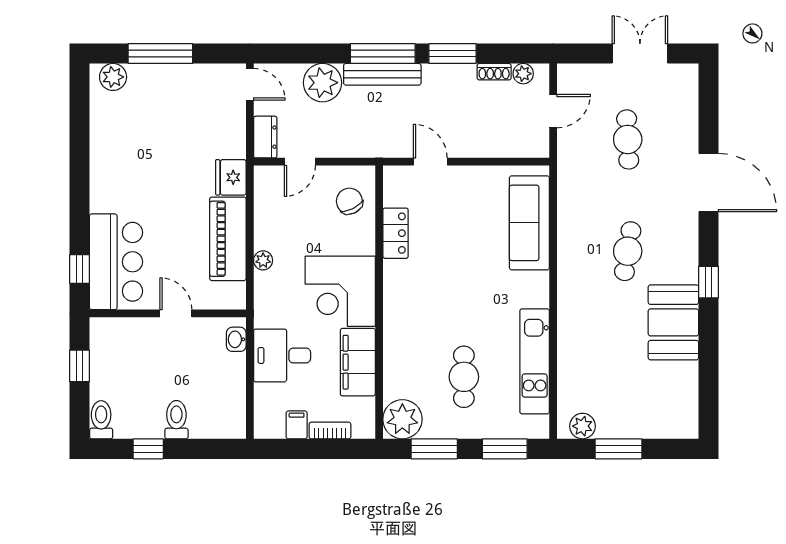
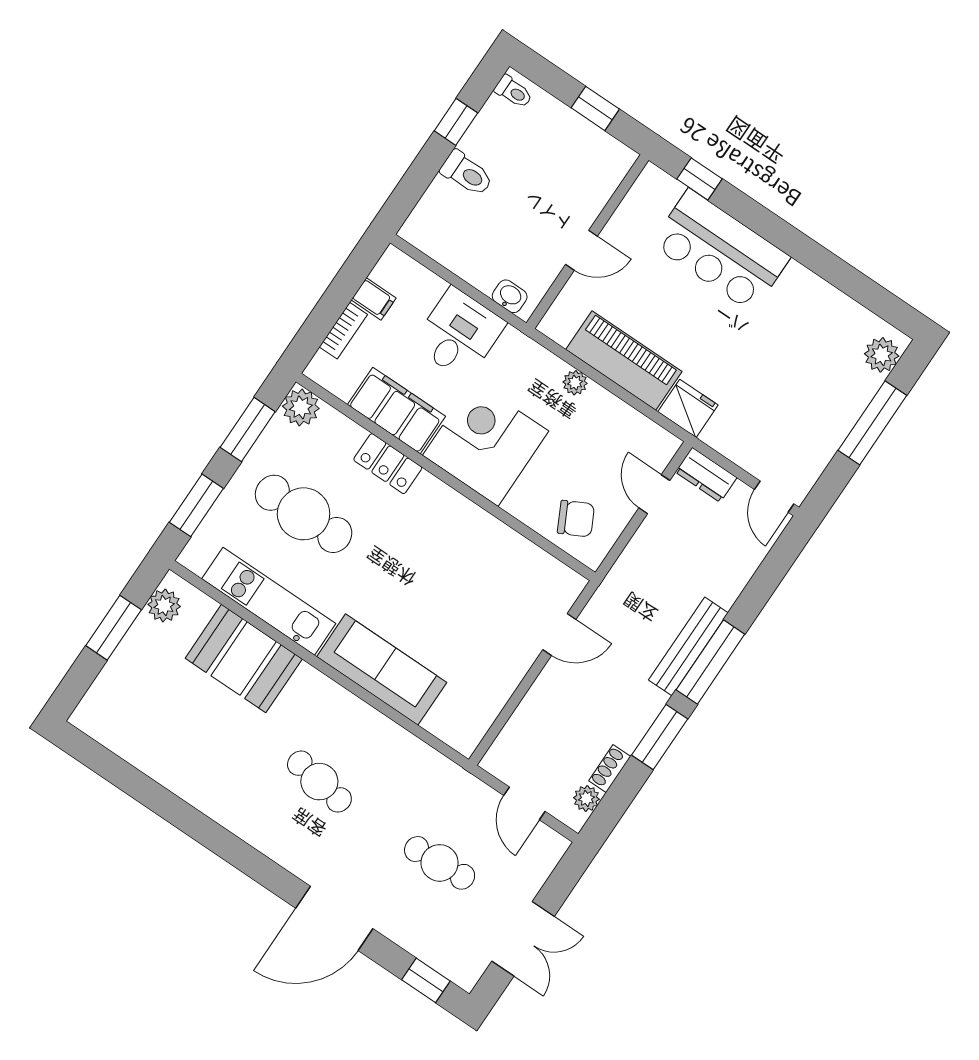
plant: (322, 83) -> (723, 576), removed
door: (250, 84) -> (774, 497), hinge flipped
sofa: (529, 223) -> (382, 670), moved
locker: (396, 233) -> (388, 464), moved
bar counter: (116, 262) -> (721, 251), moved
window: (708, 282) -> (426, 980), moved
booth: (673, 322) -> (244, 659), moved
cafe table: (464, 377) -> (304, 514), width x1.37, depth x1.35
plant: (402, 419) -> (301, 407), width x0.73, depth x0.73
toilet: (101, 420) -> (514, 92), width x0.73, depth x0.72

